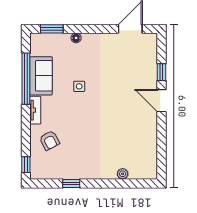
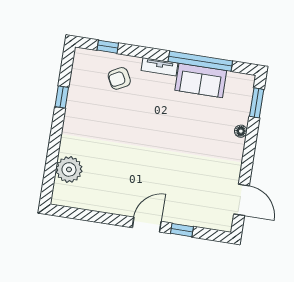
side table: (79, 86) -> (180, 126), removed
window: (26, 165) -> (108, 47), moved
plant: (123, 174) -> (69, 169), width x1.88, depth x1.88

